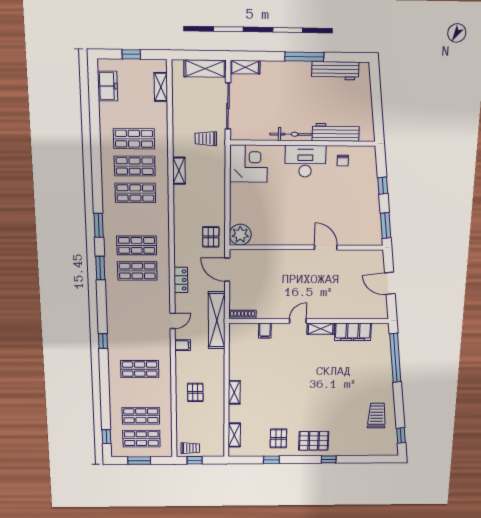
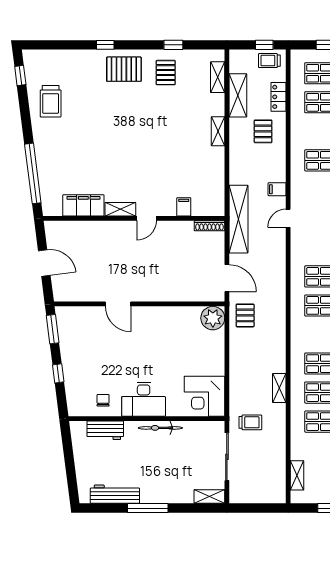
shelving: (205, 69) -> (238, 95), moved, turned 90
workbench: (336, 132) -> (105, 430), width x0.73
locker: (181, 280) -> (278, 97), moved

